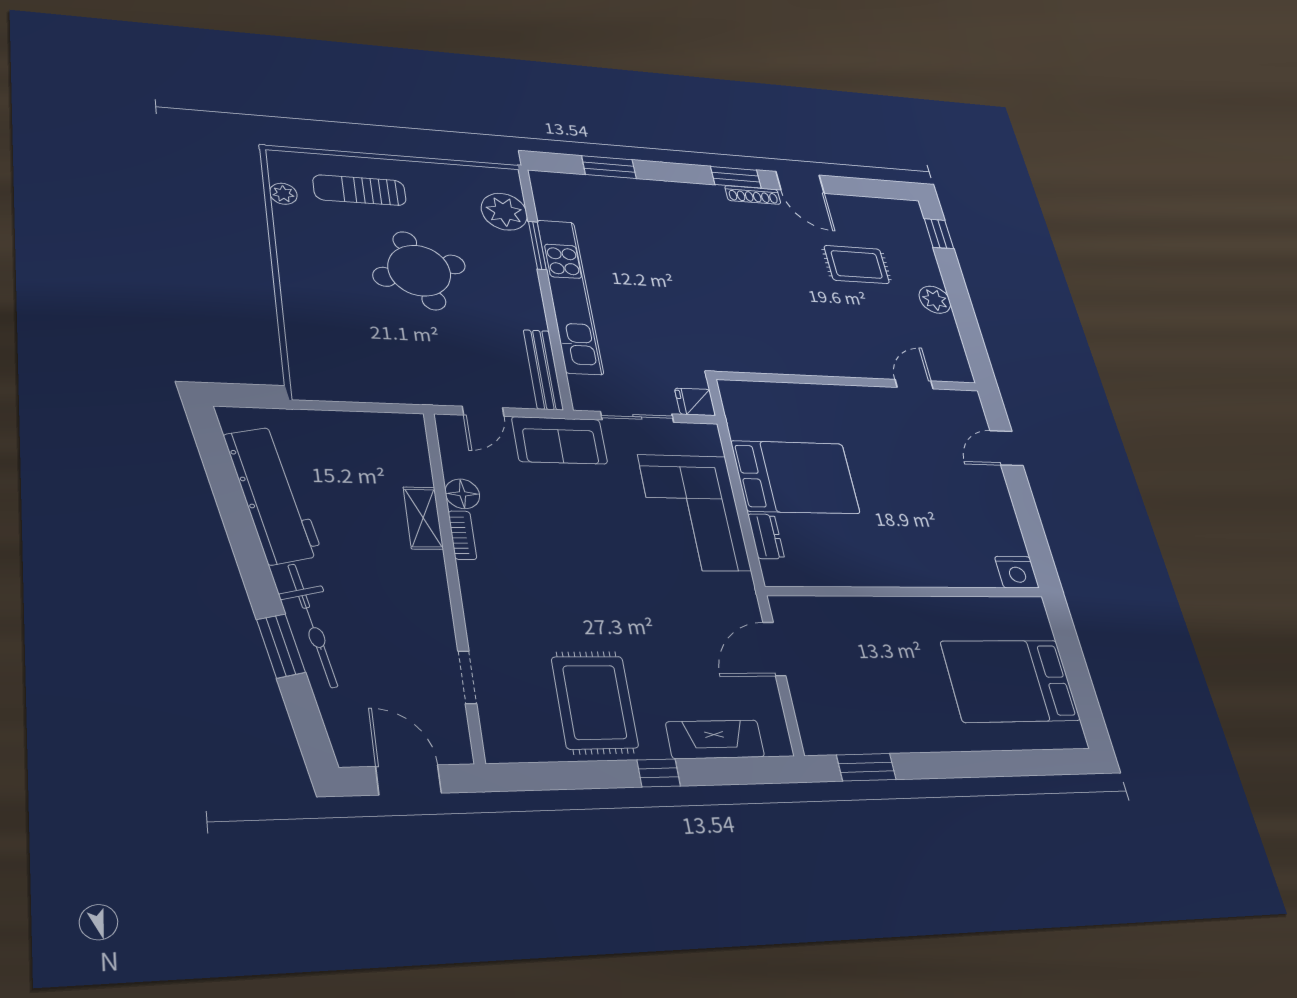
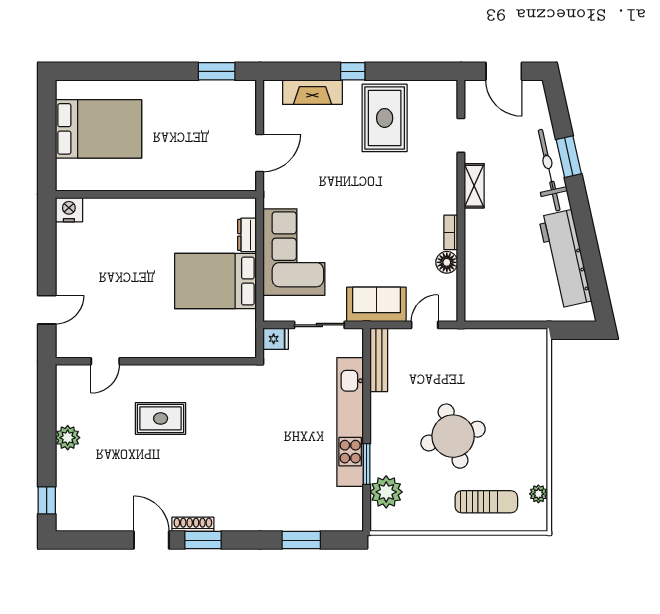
rug: (857, 265) -> (161, 418), moved
shelving: (423, 518) -> (474, 186), moved

